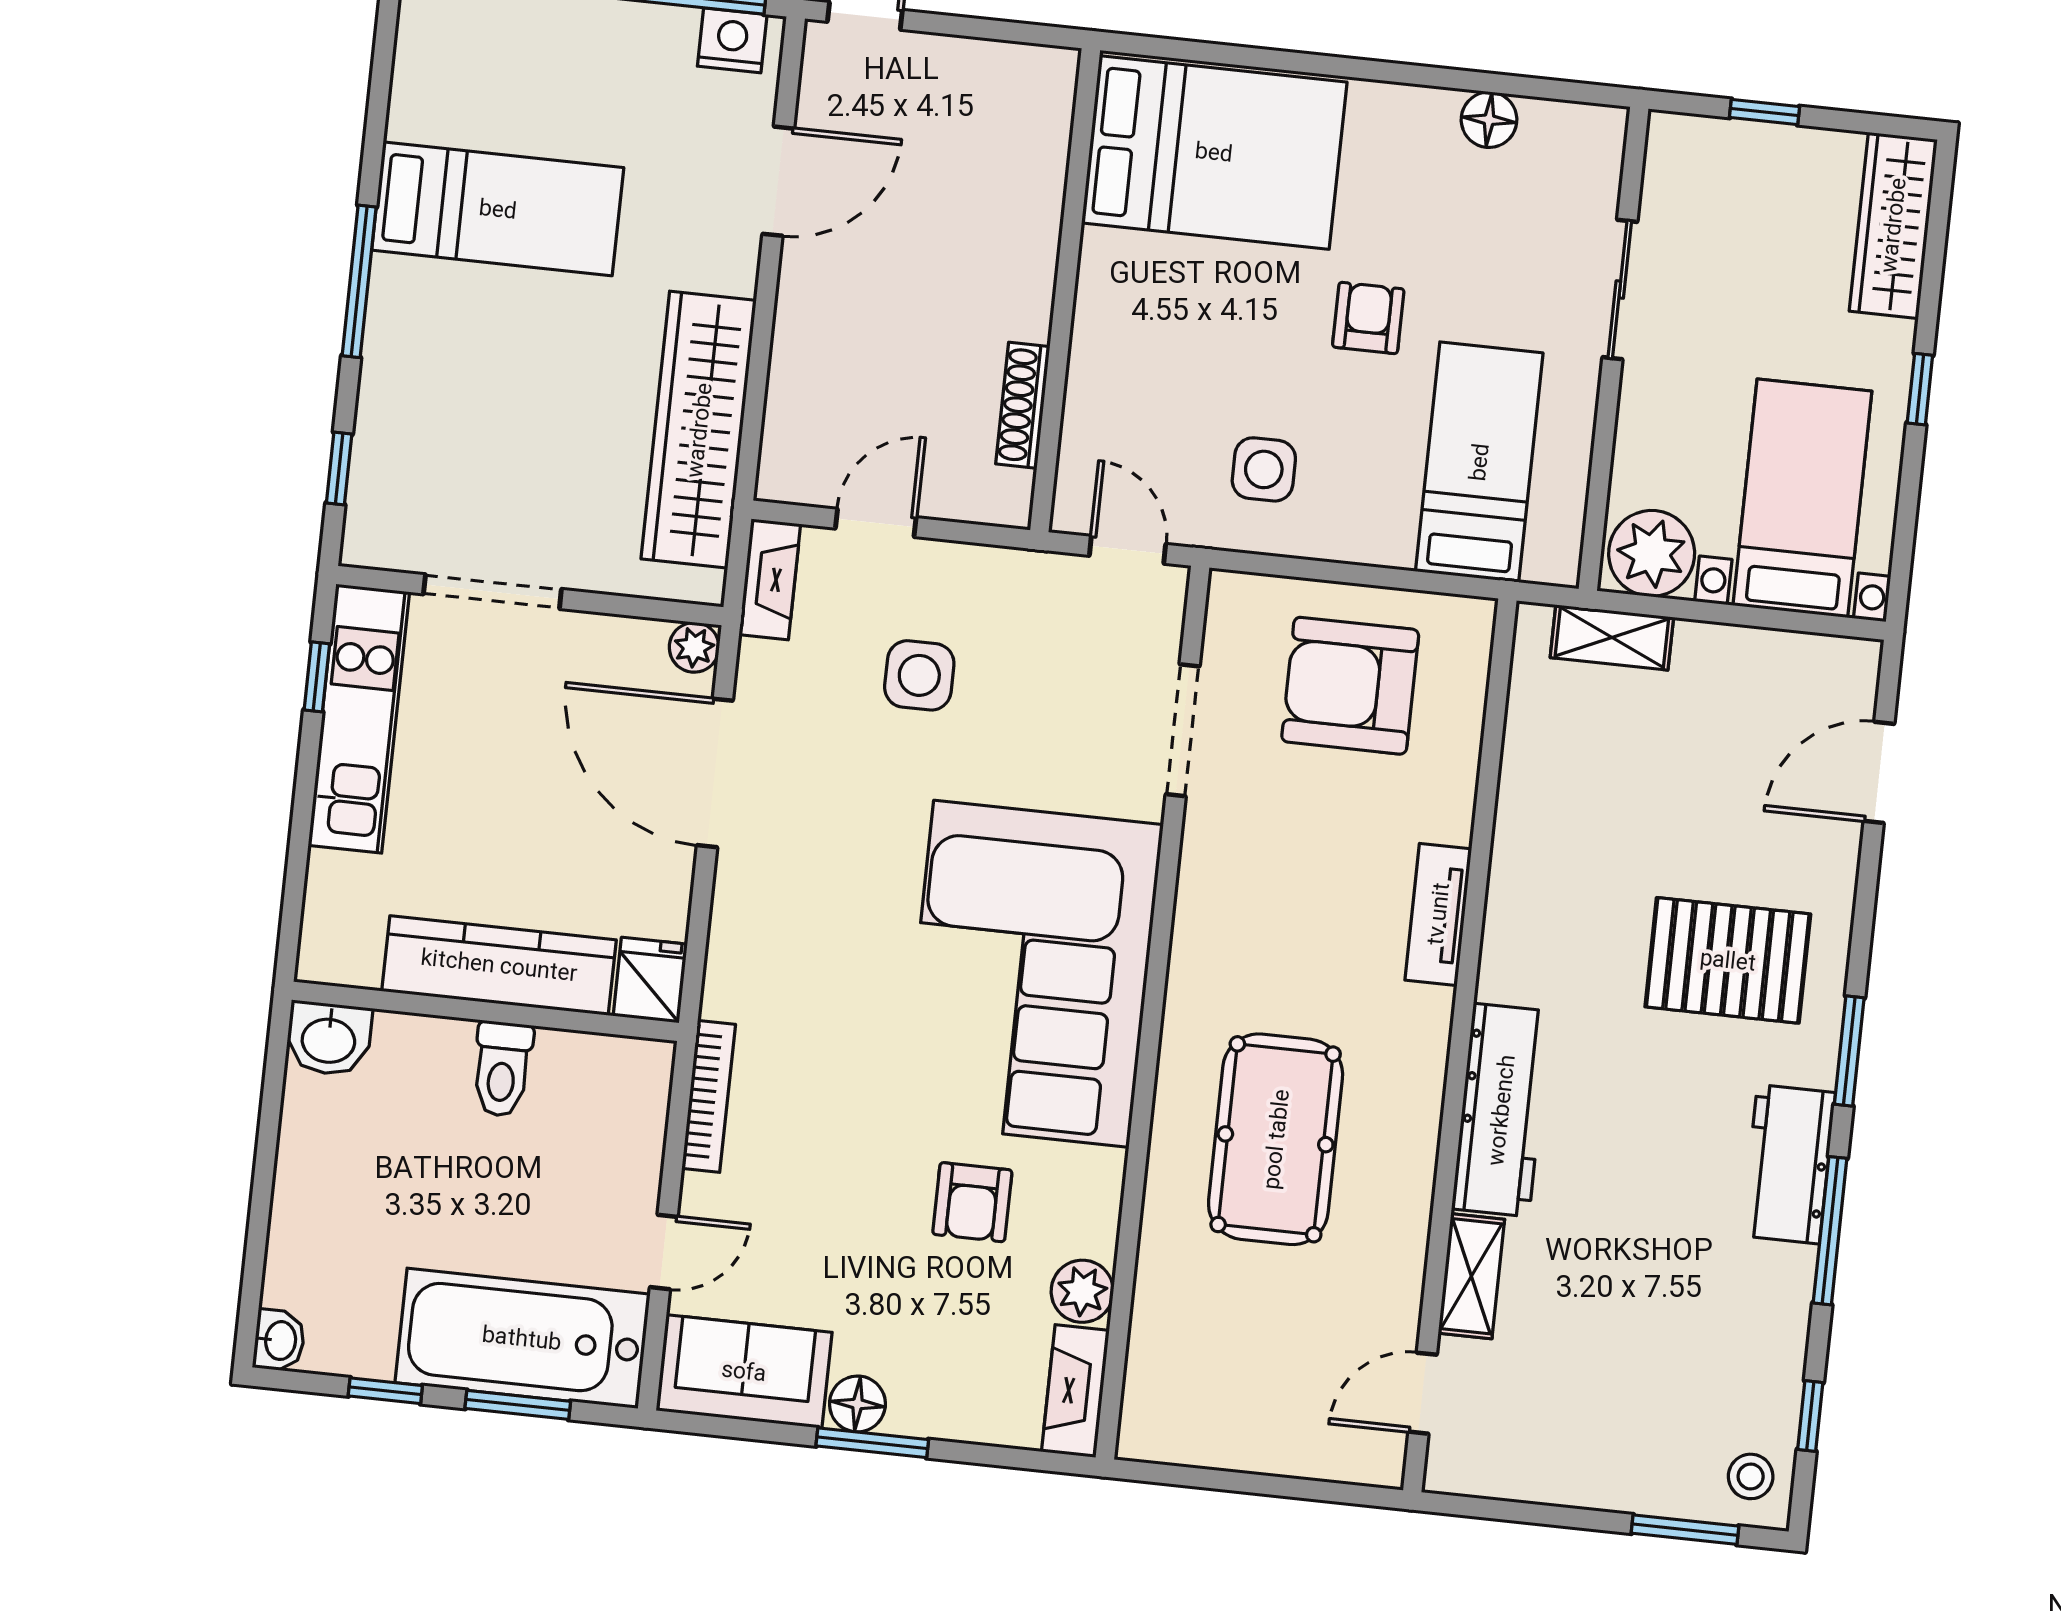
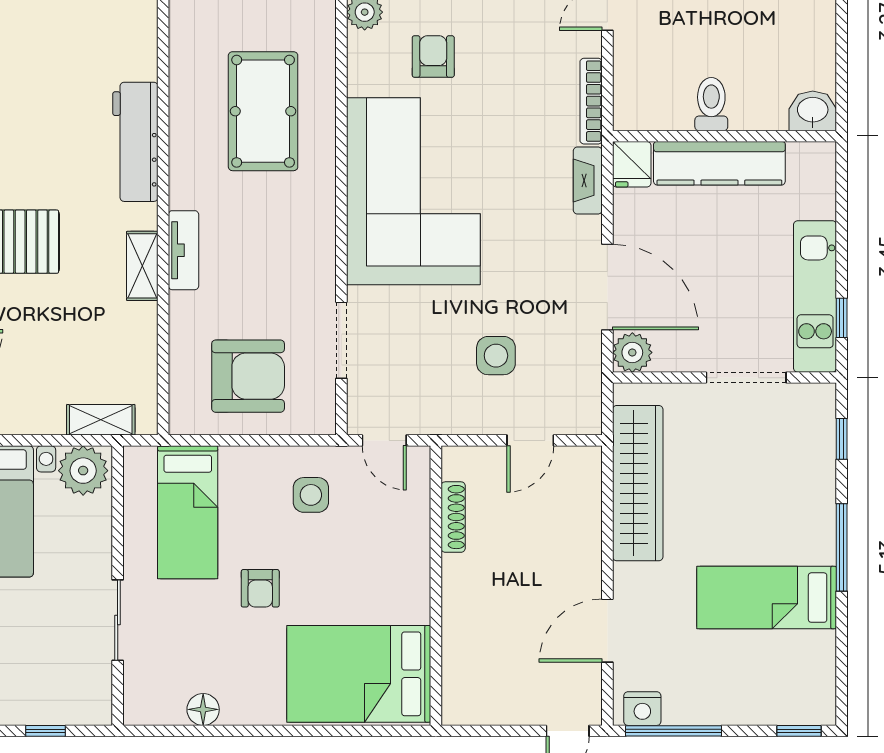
fireplace: (770, 579) -> (588, 180), moved
plant: (694, 647) -> (632, 352), width x1.38, depth x1.38
shelving: (1471, 1276) -> (142, 266), moved

